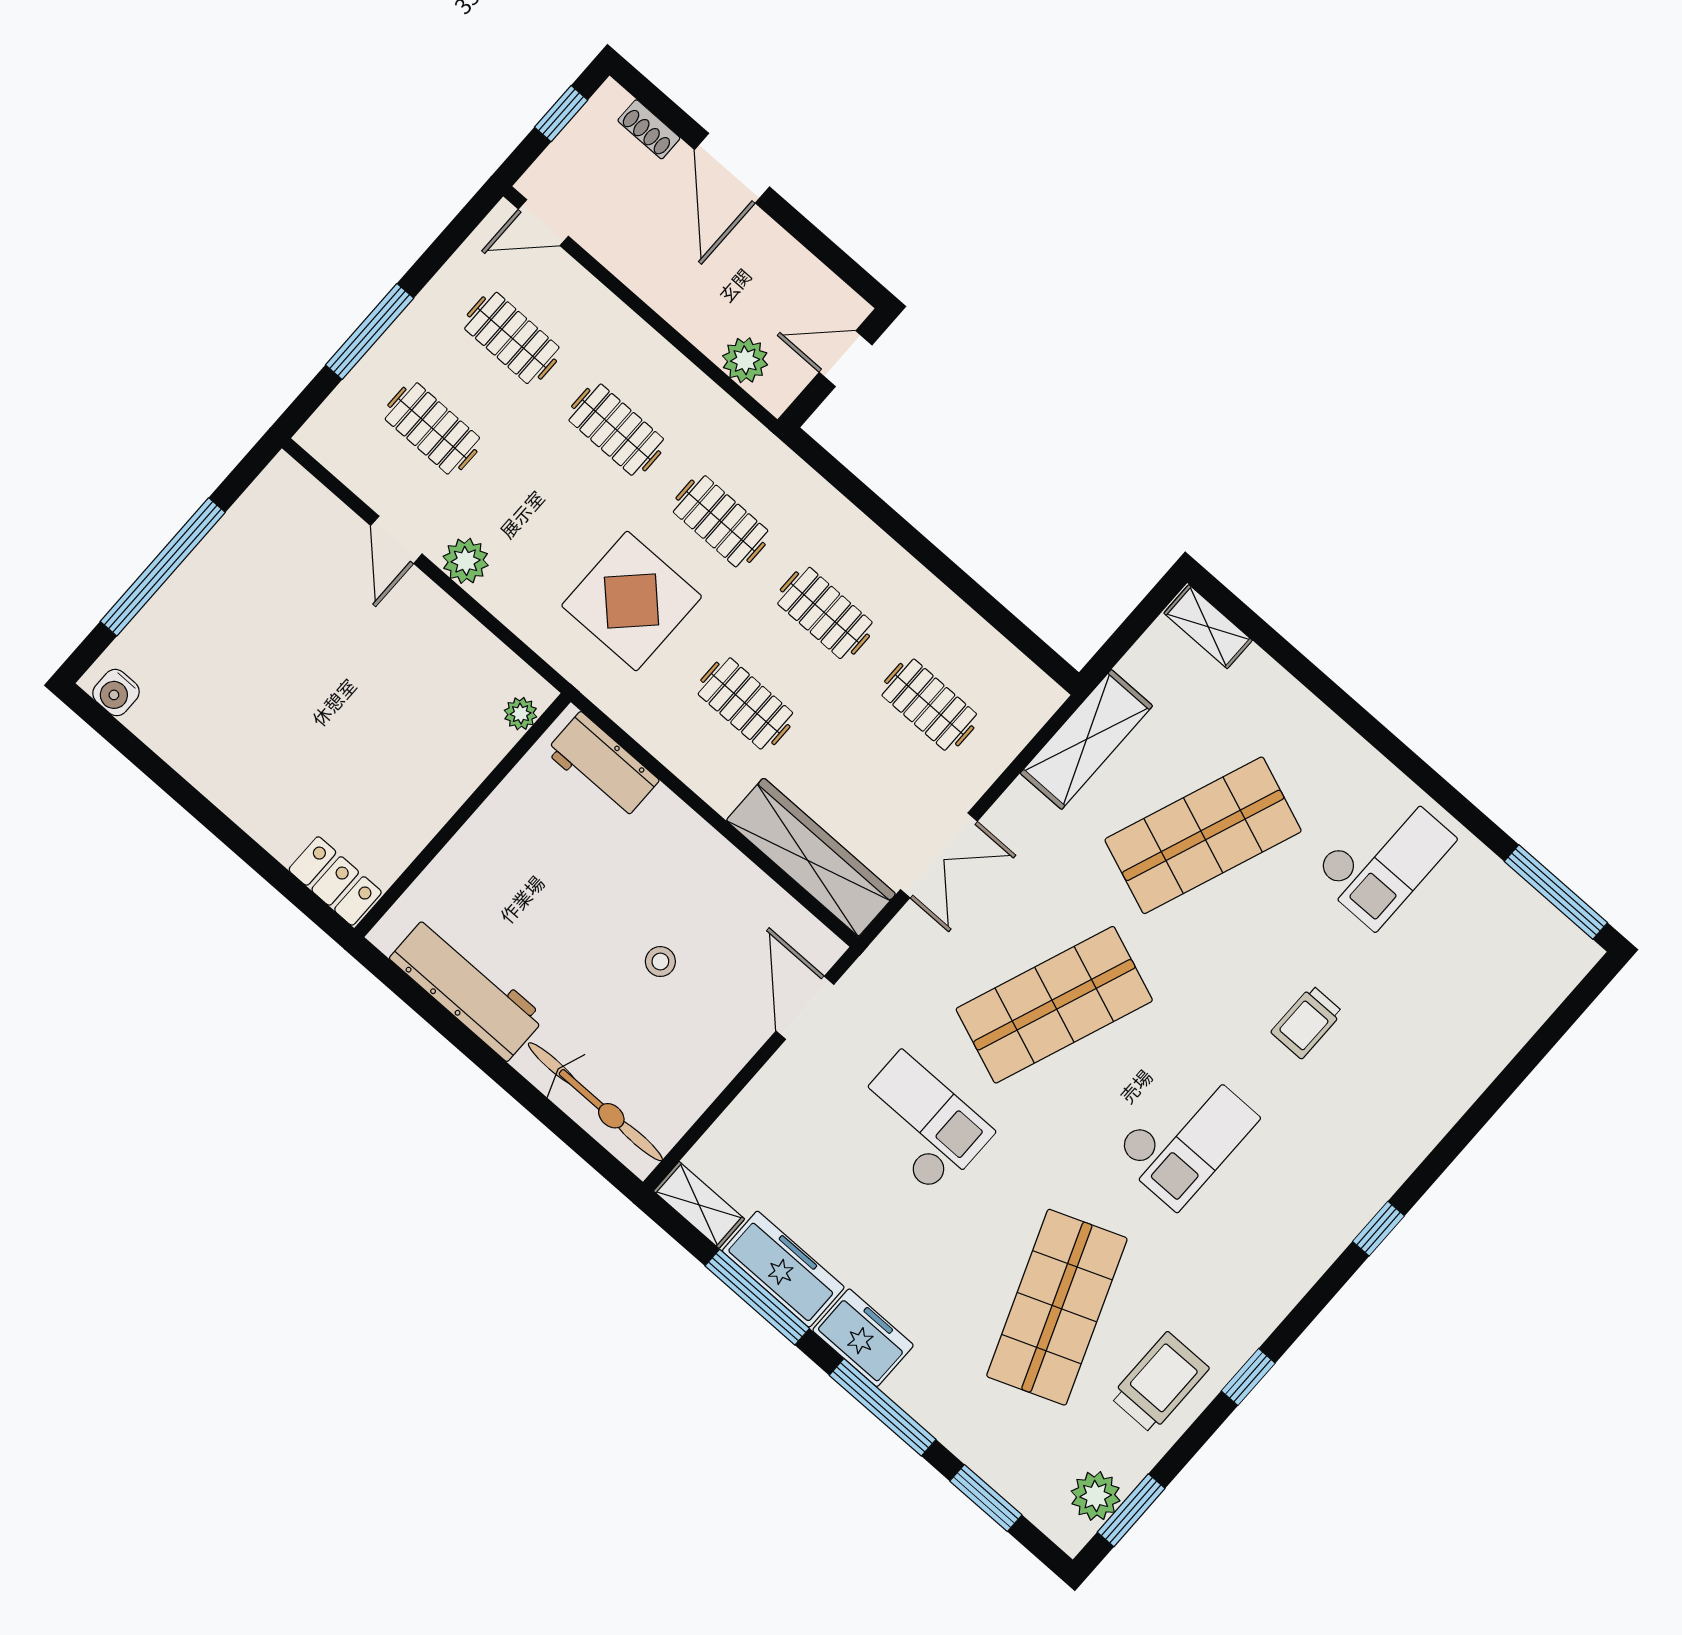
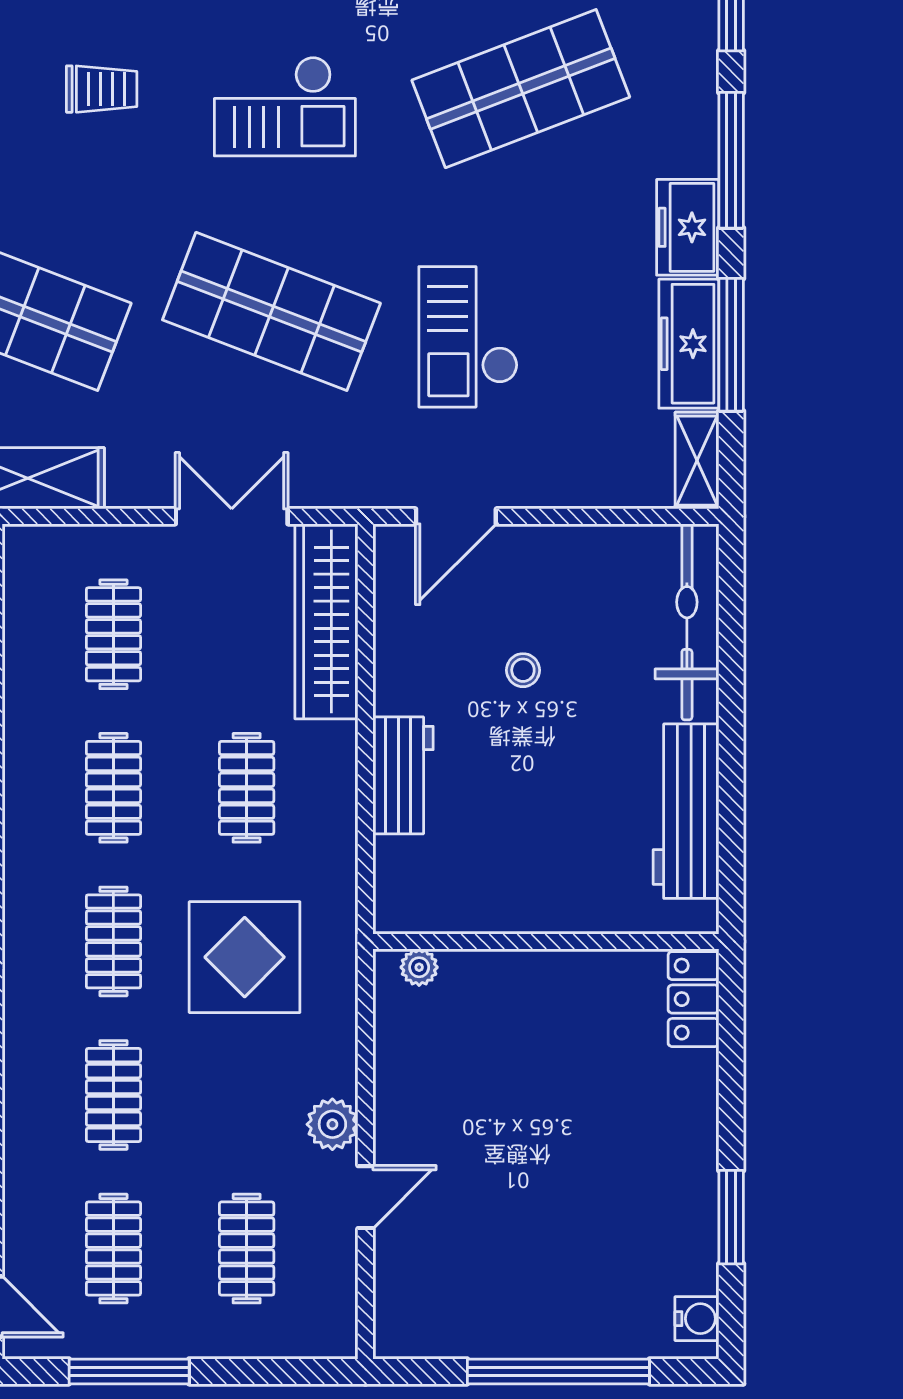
window: (370, 332) -> (129, 1371), moved
workbench: (602, 766) -> (403, 775), moved
window: (164, 776) -> (731, 1217), added
checkout: (1186, 1136) -> (285, 106), turned 180

